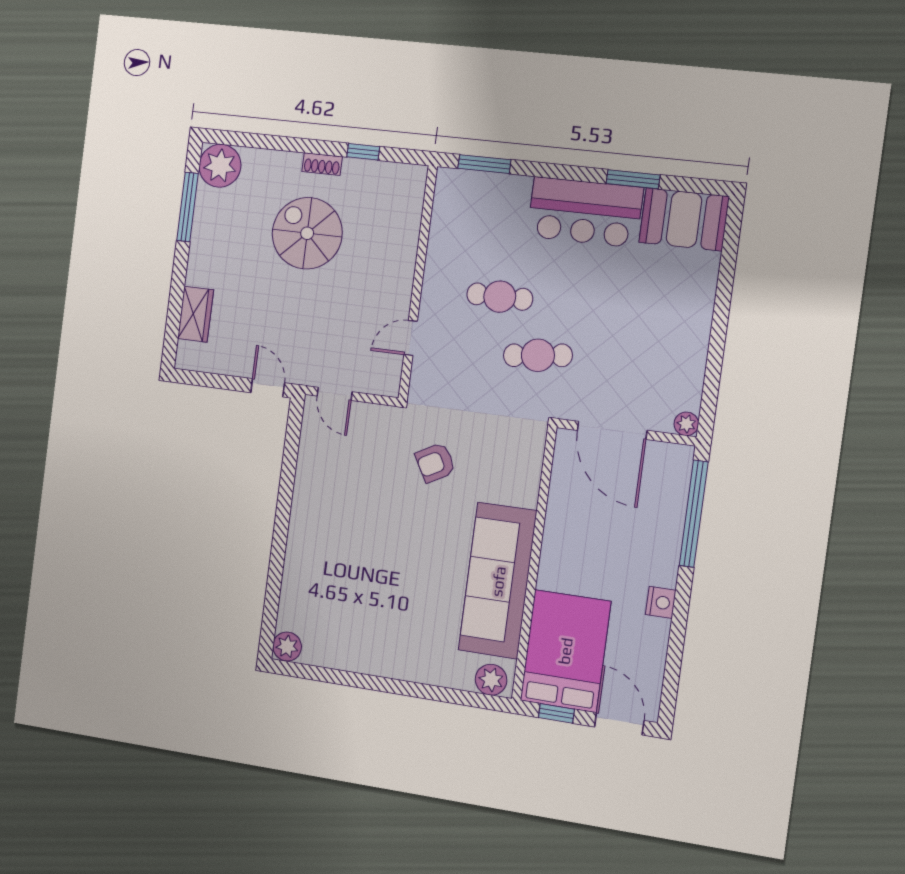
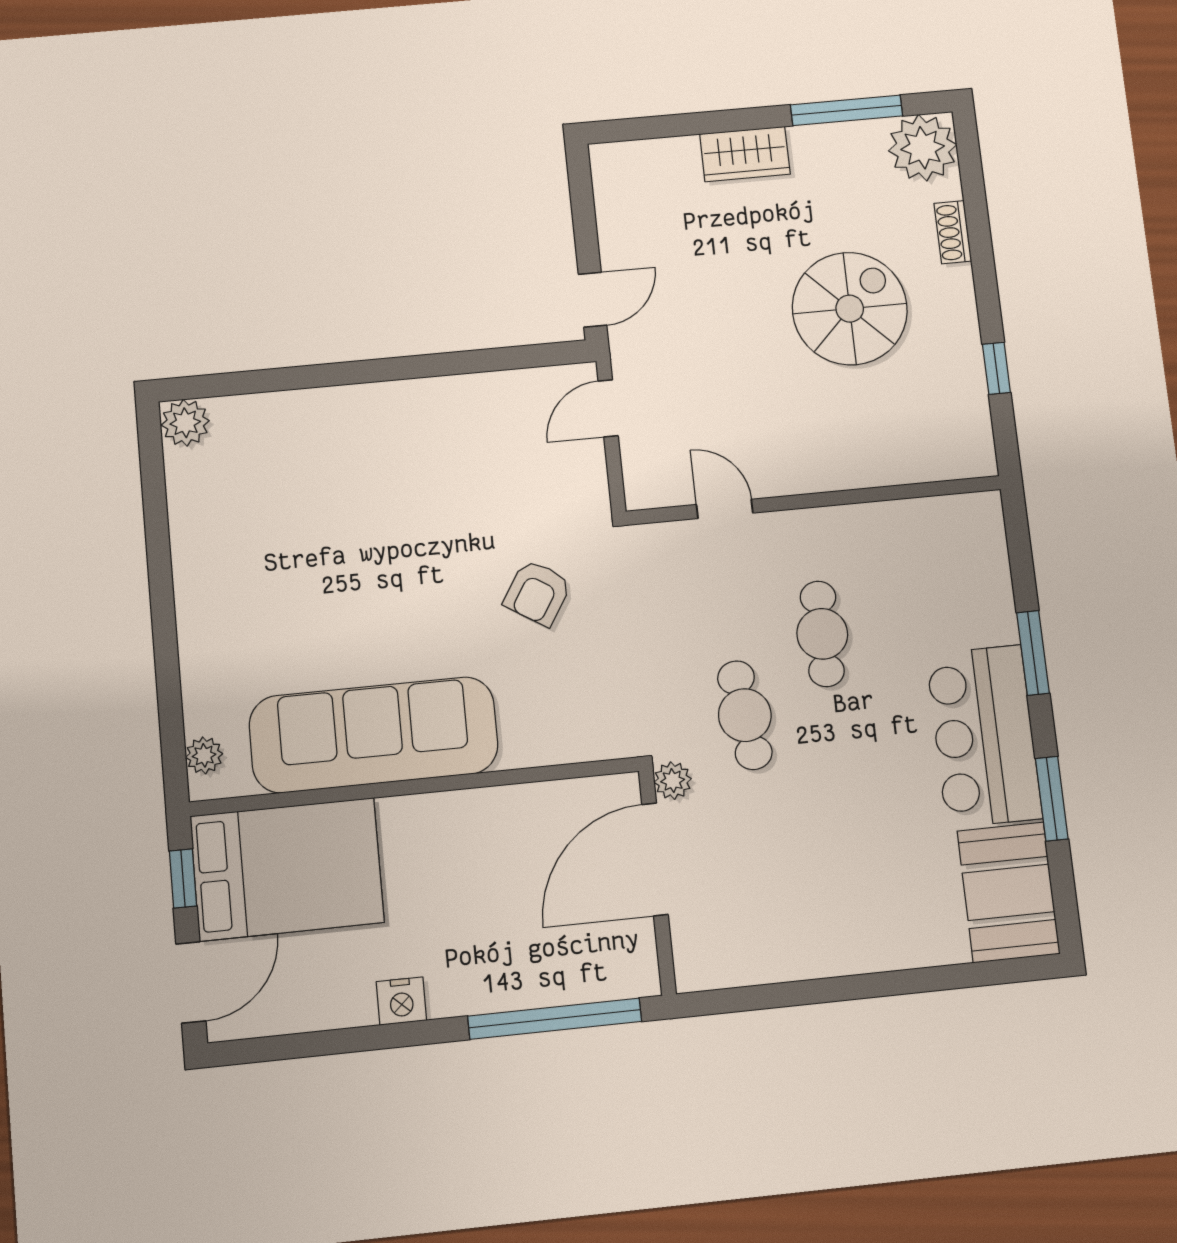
shoe rack: (322, 164) -> (953, 232), moved
window: (484, 164) -> (1033, 653), moved
wardrobe: (196, 314) -> (745, 154), moved
plant: (686, 424) -> (673, 781), moved
armchair: (435, 463) -> (537, 593), turned -119
plant: (491, 680) -> (204, 755), width x0.73, depth x0.73

